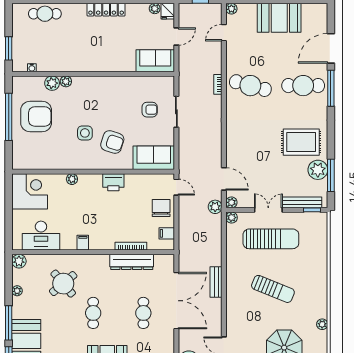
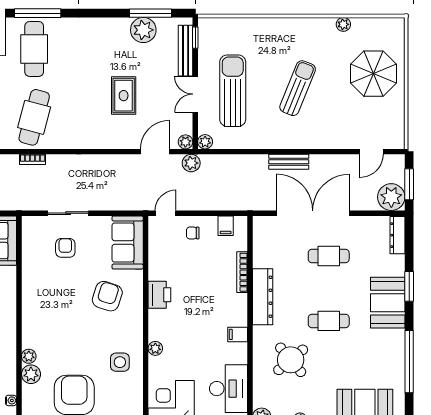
side table: (85, 133) -> (120, 362), moved
rug: (301, 142) -> (124, 96), moved, width x0.73, depth x0.70
chair: (161, 208) -> (193, 233), width x0.54, depth x0.54
dresser: (132, 262) -> (263, 297), moved

